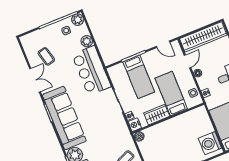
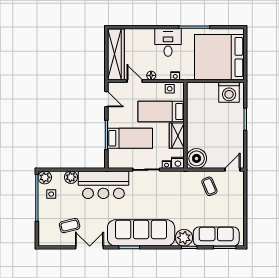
door: (163, 44) -> (106, 99), hinge flipped
boiler: (139, 136) -> (197, 158), width x1.86, depth x1.86

